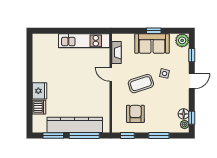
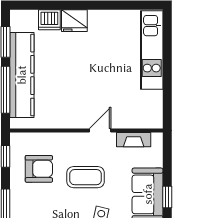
kitchen unit: (84, 41) -> (152, 50), moved
coffee table: (141, 84) -> (86, 177), turned -72

